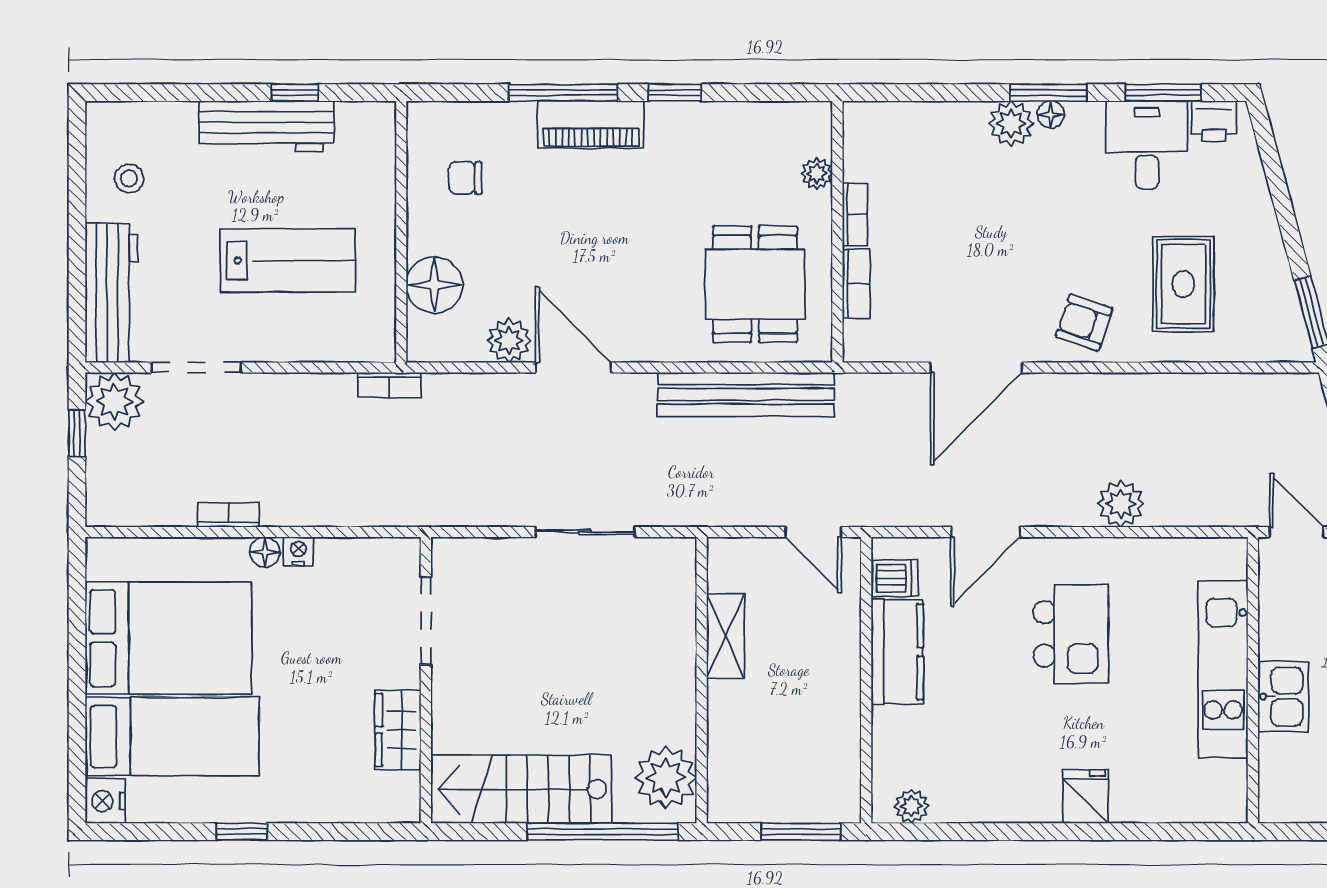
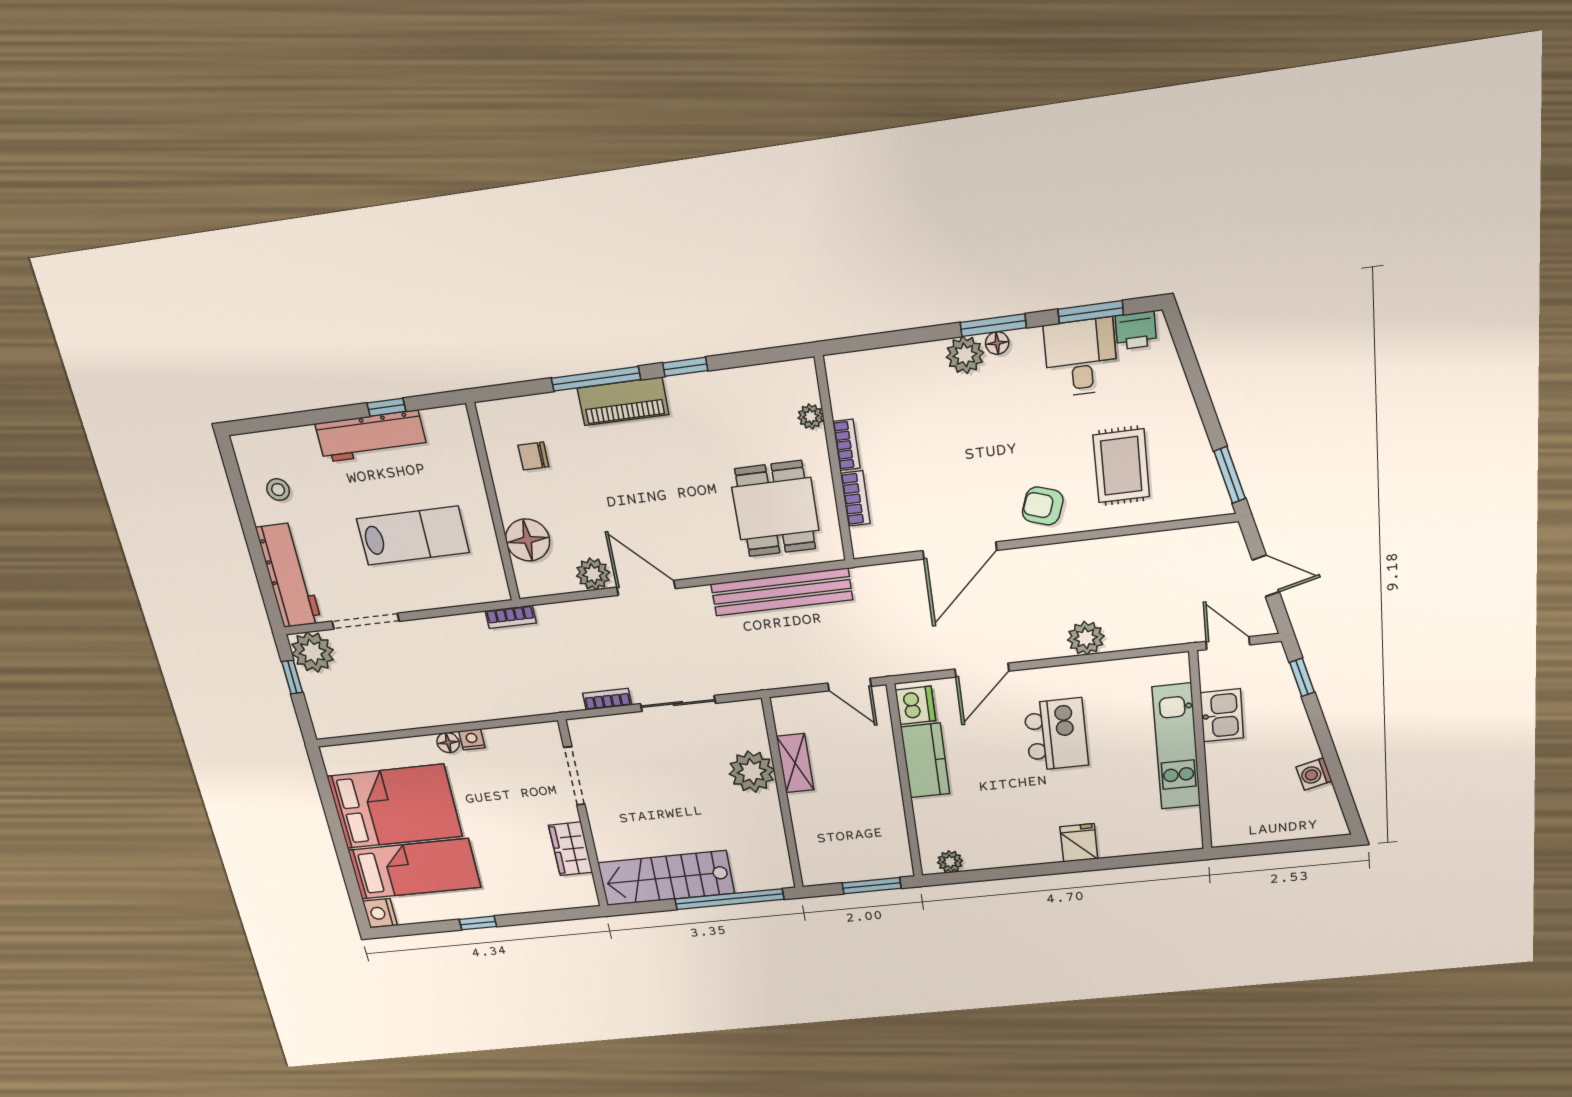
bookcase: (229, 515) -> (607, 699), moved
dishwasher: (894, 578) -> (915, 705), width x1.38
kitchen sink: (1283, 696) -> (1222, 715), moved
plant: (666, 778) -> (752, 772), moved

